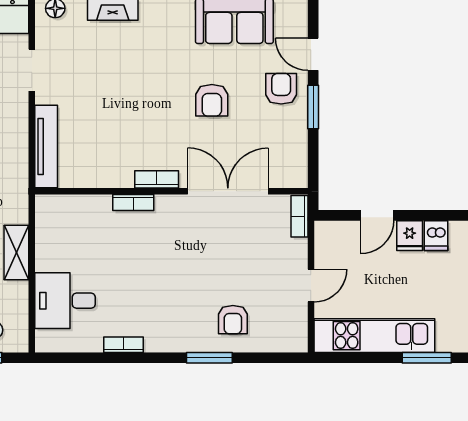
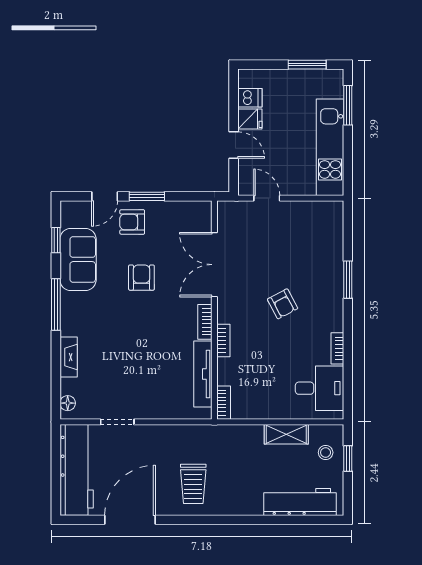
armchair: (212, 100) -> (141, 278), turned -90
tv unit: (46, 146) -> (203, 374), moved, turned -90
bookcase: (300, 216) -> (224, 403), moved, turned -90
shelving: (16, 253) -> (286, 434), moved
door: (311, 285) -> (267, 198), moved
desk: (65, 301) -> (319, 388), moved, turned -90
armchair: (233, 320) -> (283, 304), moved, turned 62

